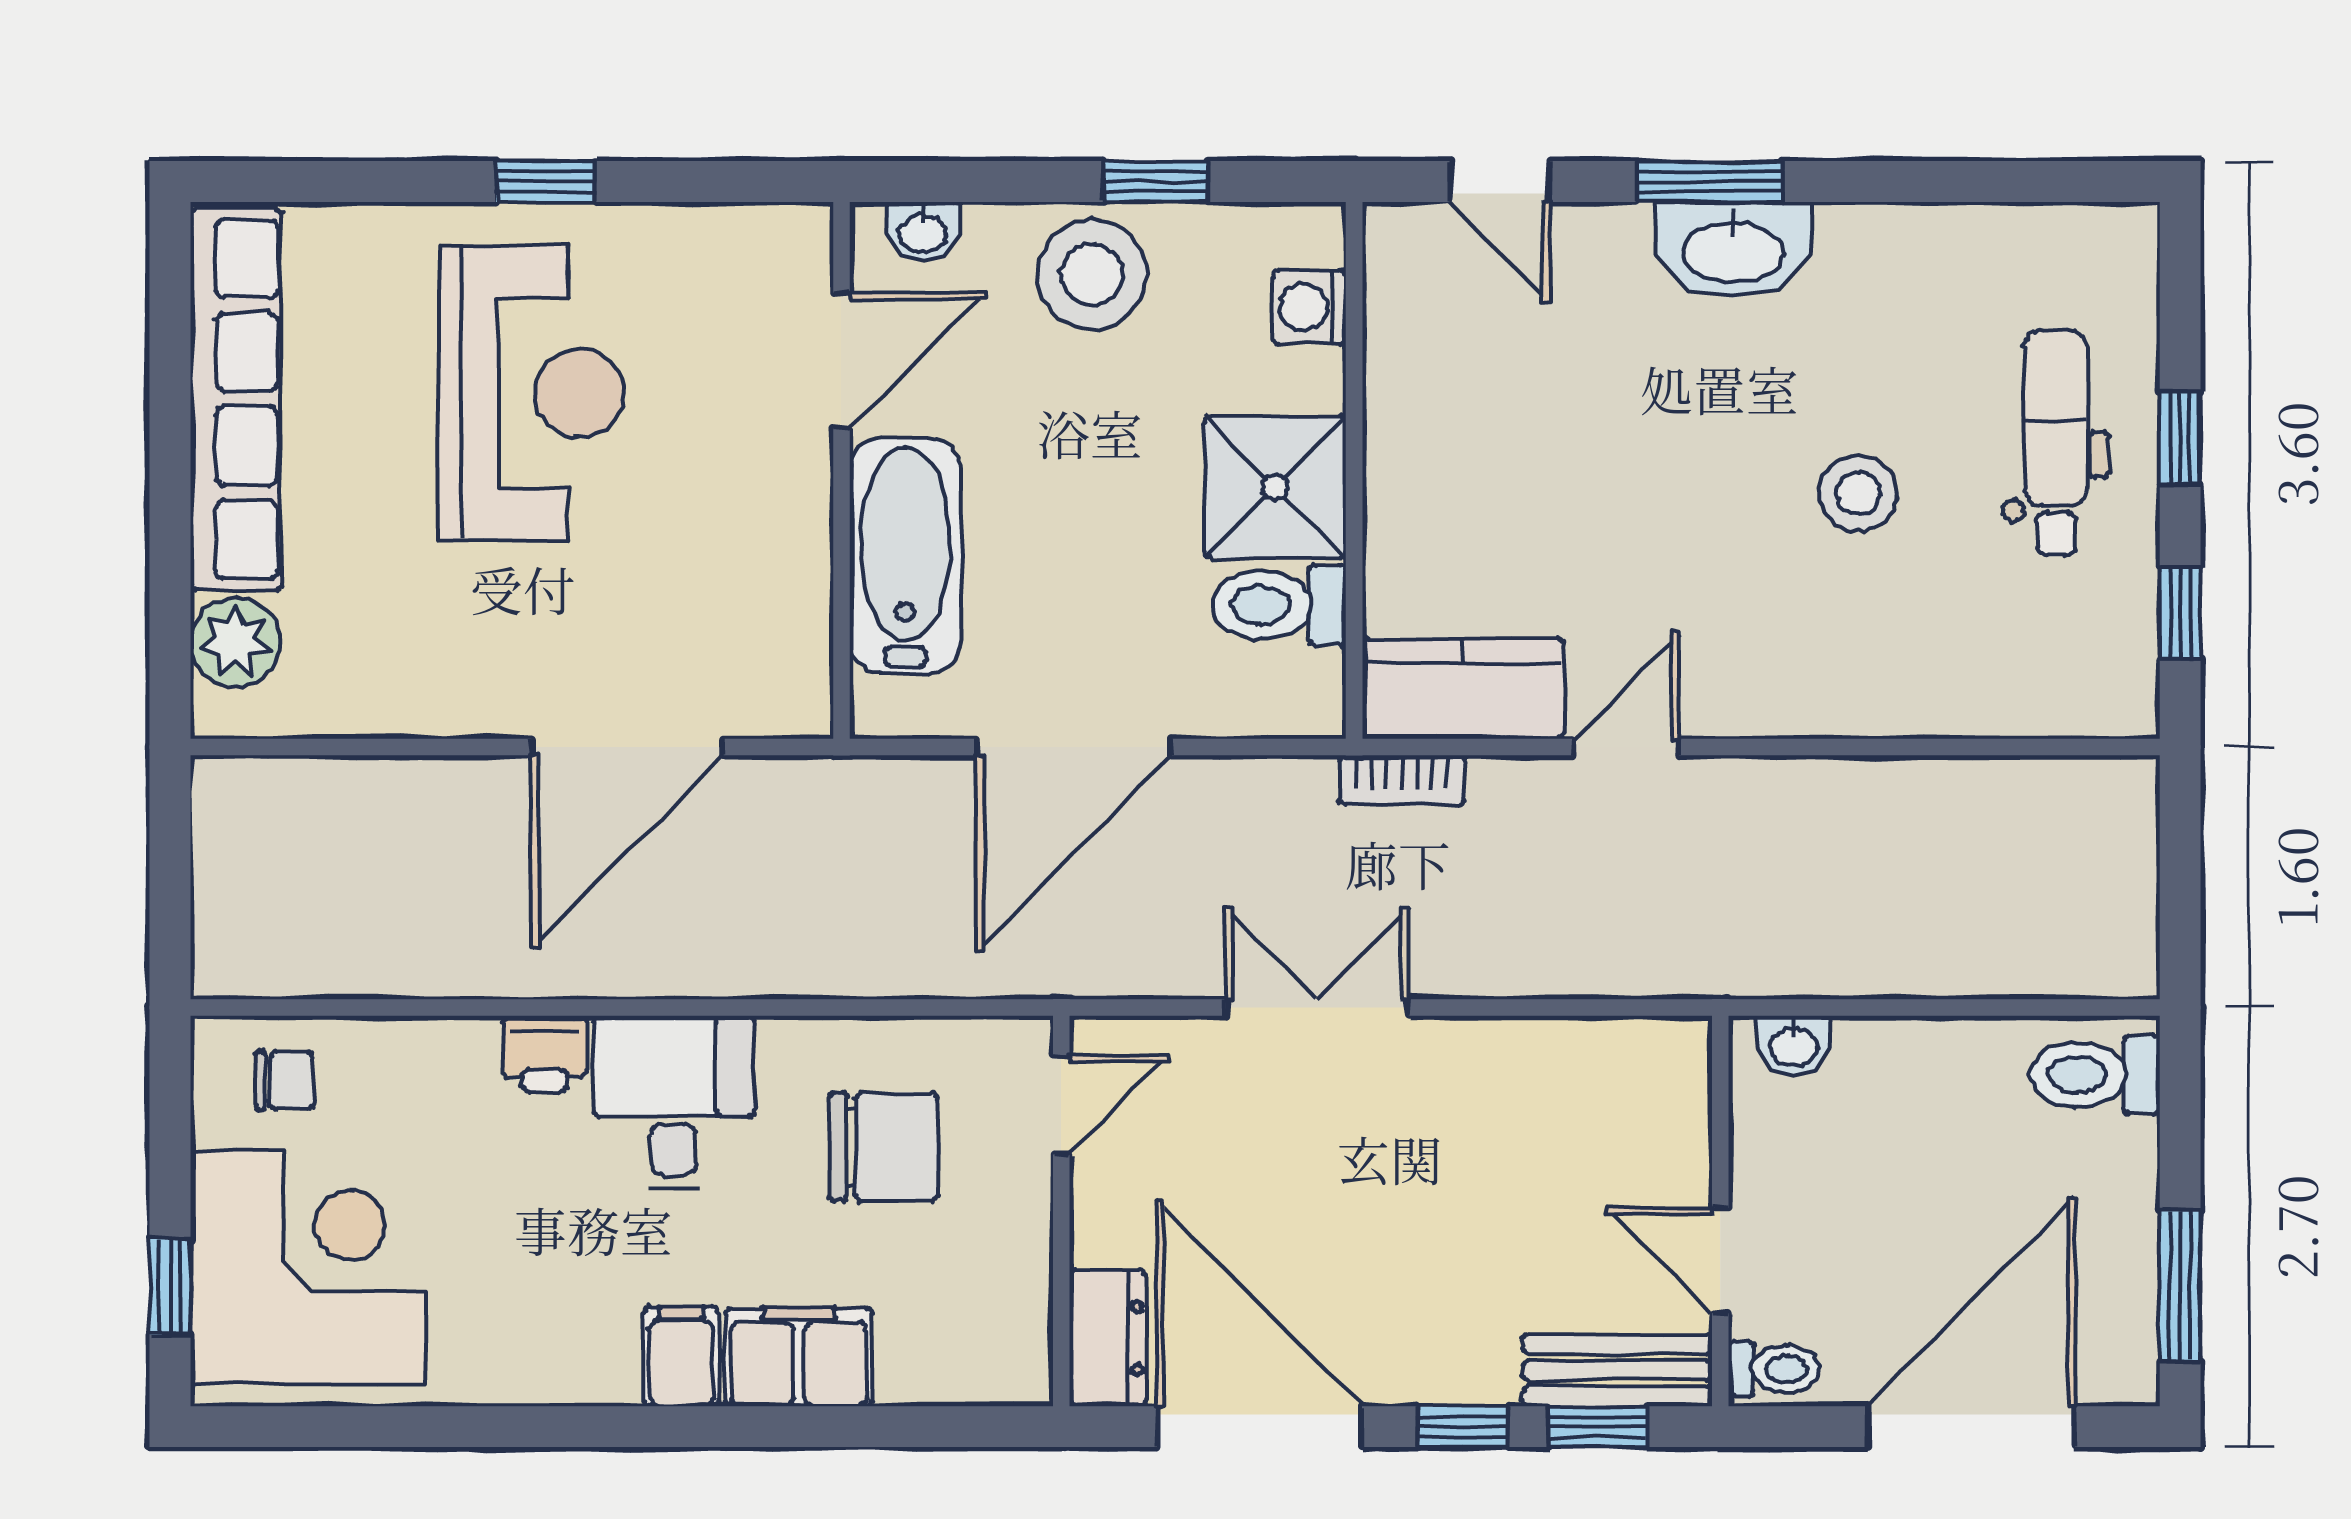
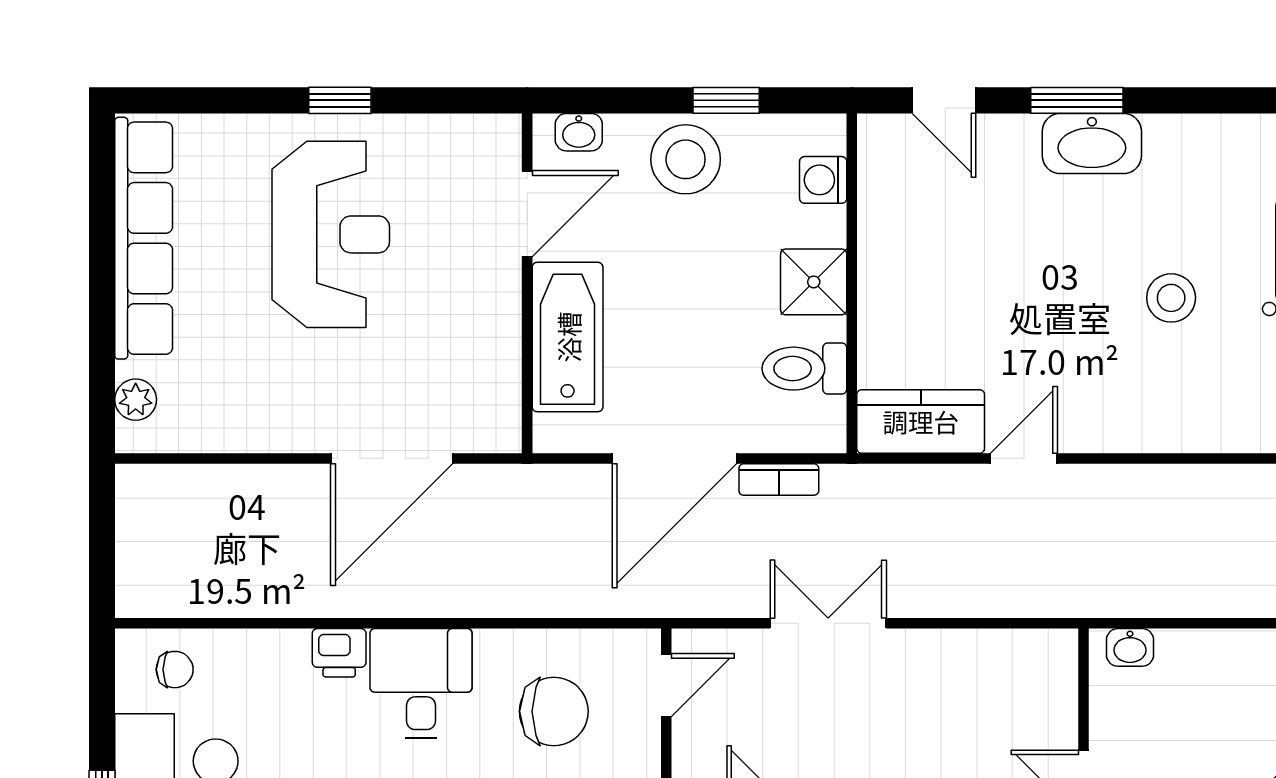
shower: (1275, 487) -> (814, 282), width x0.73, depth x0.73
plant: (235, 642) -> (136, 400), width x0.73, depth x0.73
bookcase: (1402, 780) -> (779, 480), moved

